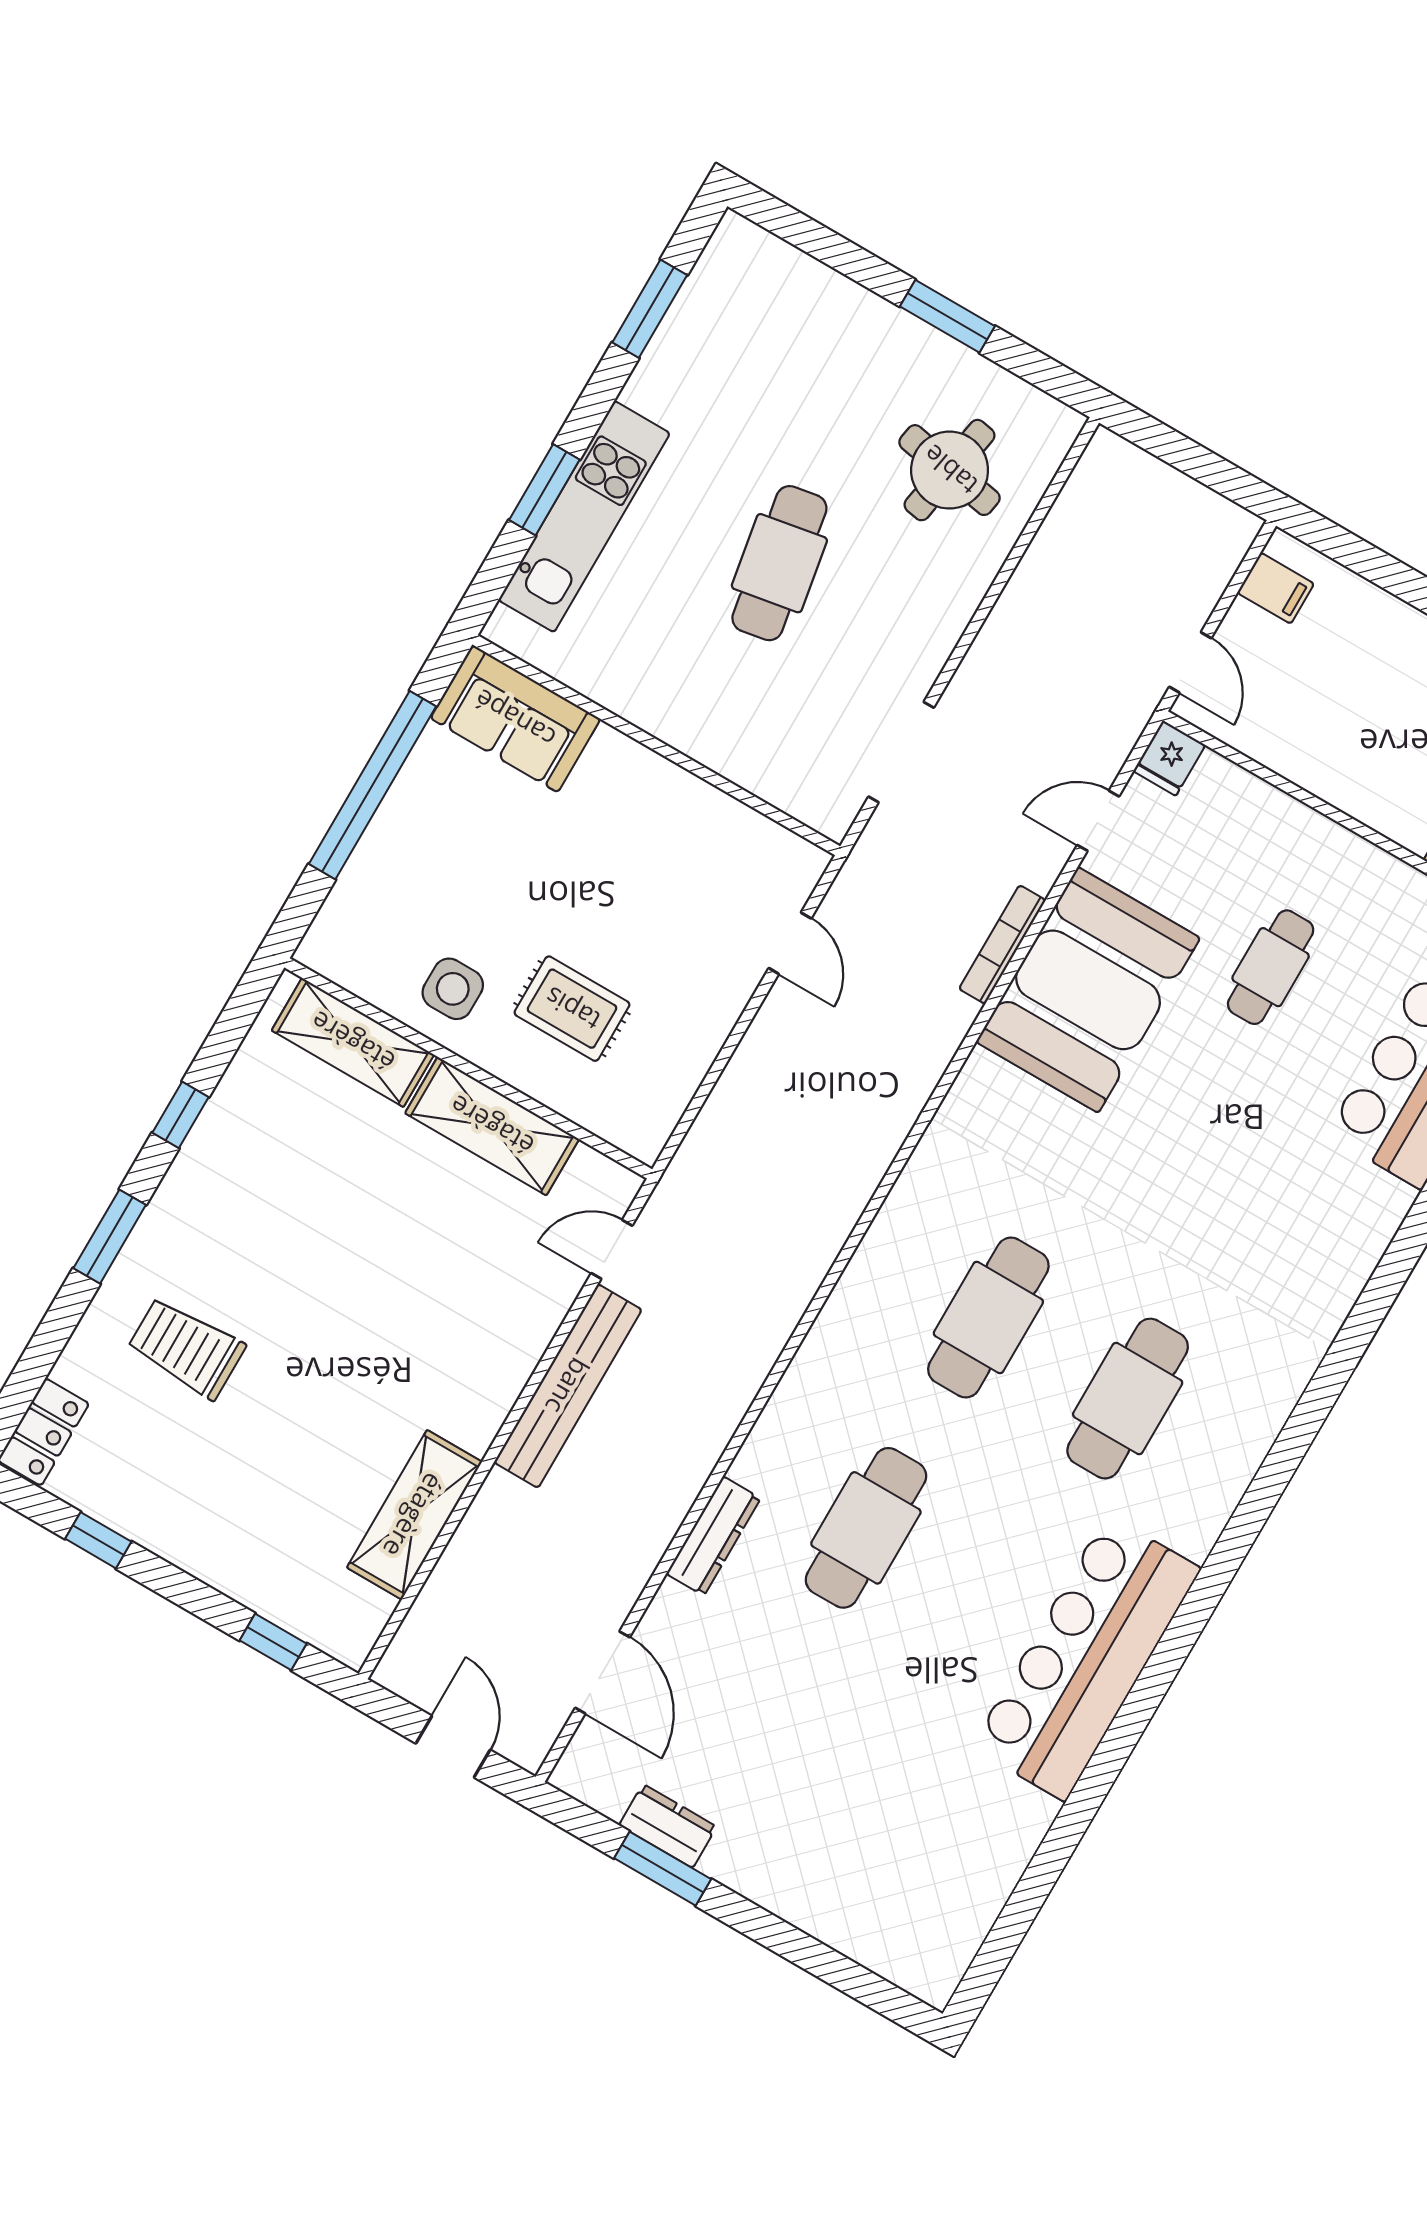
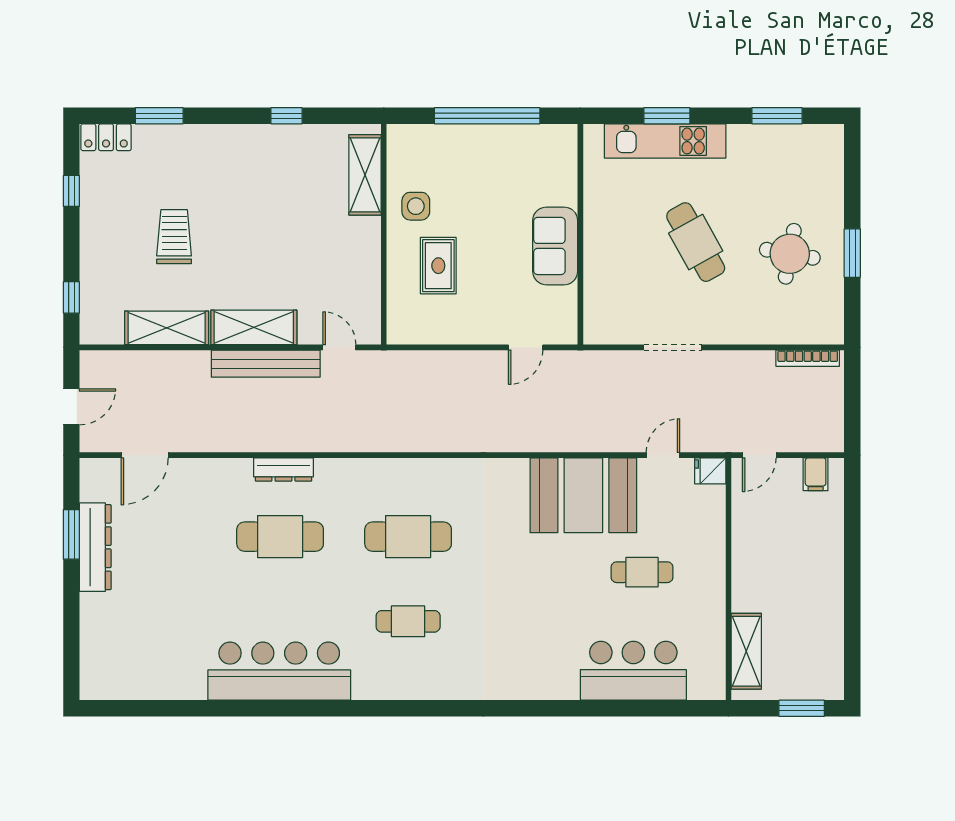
round table: (950, 470) -> (790, 254), moved
cafe table: (779, 563) -> (696, 242), turned 71
sofa: (515, 719) -> (555, 246), moved
doorway: (901, 752) -> (673, 347), moved
door: (1098, 821) -> (663, 455), hinge flipped
bookcase: (1002, 945) -> (808, 358), moved, turned 180
shelving: (492, 1126) -> (254, 327), moved, turned 90
window: (110, 1237) -> (159, 116), moved
trolley: (186, 1348) -> (174, 237), moved
cafe table: (1128, 1399) -> (408, 621), width x0.73, depth x0.74
dresser: (713, 1536) -> (283, 469), moved
dresser: (668, 1826) -> (95, 547), width x1.96, depth x1.24

